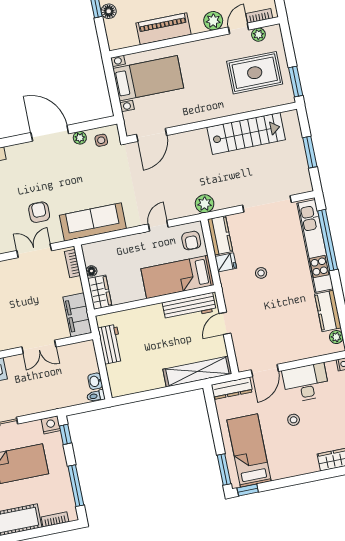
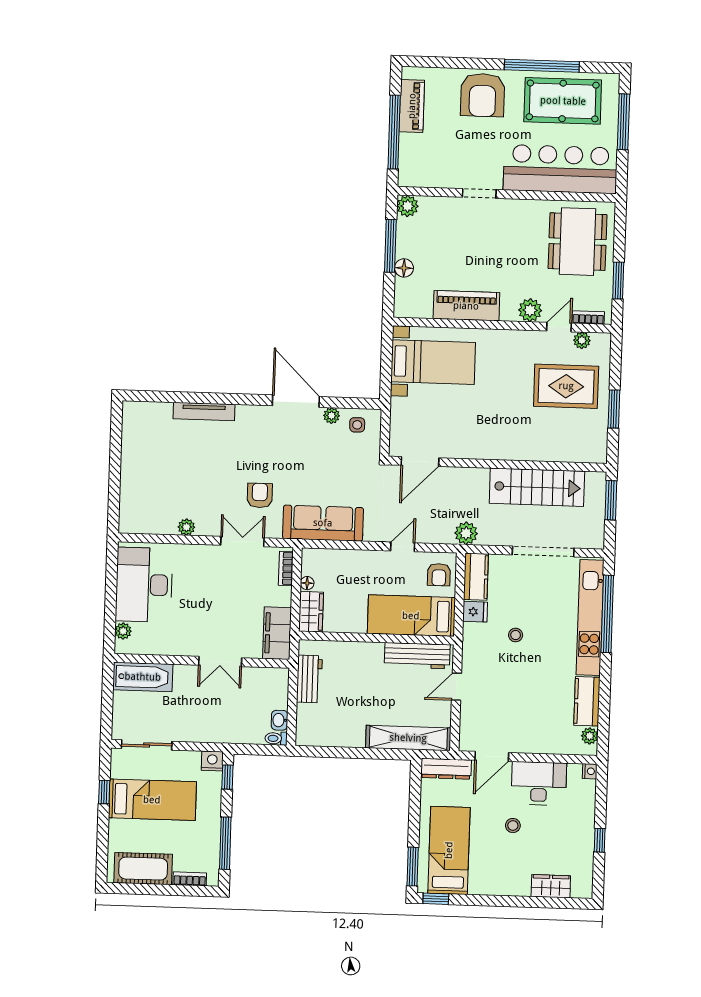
wall: (212, 123) -> (498, 464), moved
stairs: (246, 133) -> (537, 487), moved
door: (152, 135) -> (420, 461), moved

